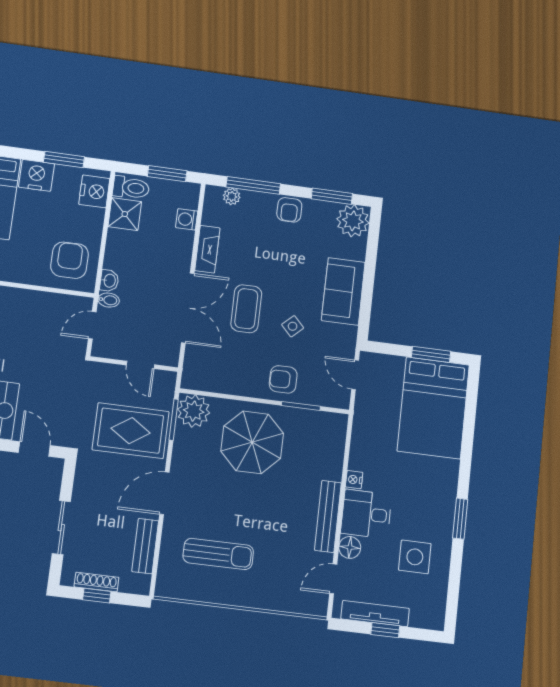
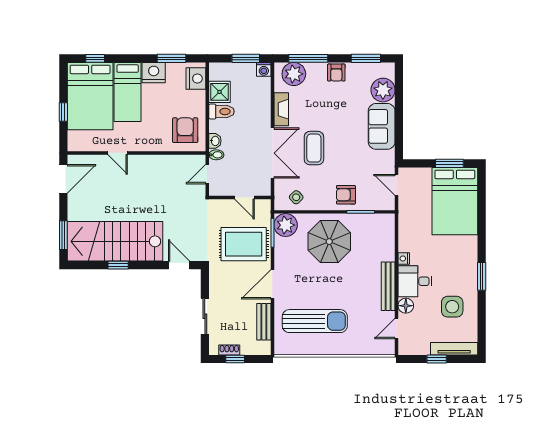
toilet: (131, 188) -> (221, 112), moved
plant: (232, 196) -> (294, 74), width x1.88, depth x1.88
washing machine: (187, 219) -> (264, 69), moved, turned -90
plant: (353, 221) -> (383, 90), moved
side table: (293, 326) -> (296, 197), moved
sun lounger: (218, 554) -> (315, 321), width x1.36, depth x1.34
shoe rack: (96, 582) -> (229, 350), width x0.70
tv unit: (375, 614) -> (454, 349), moved

